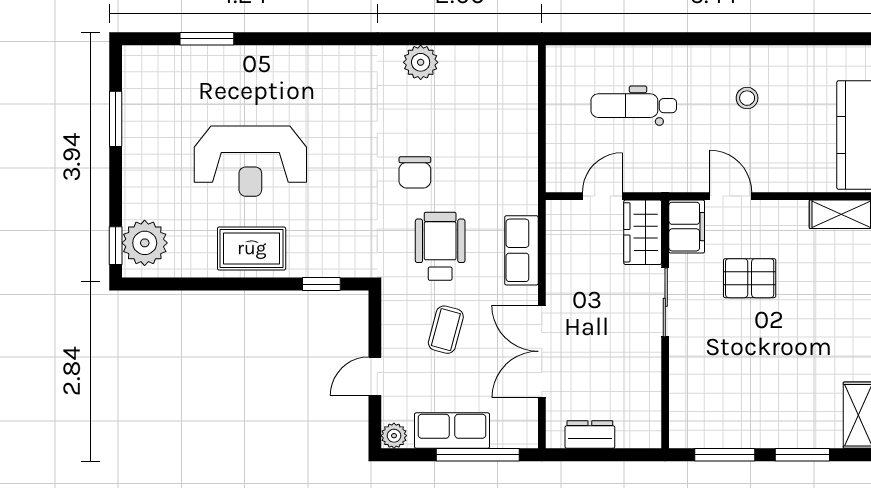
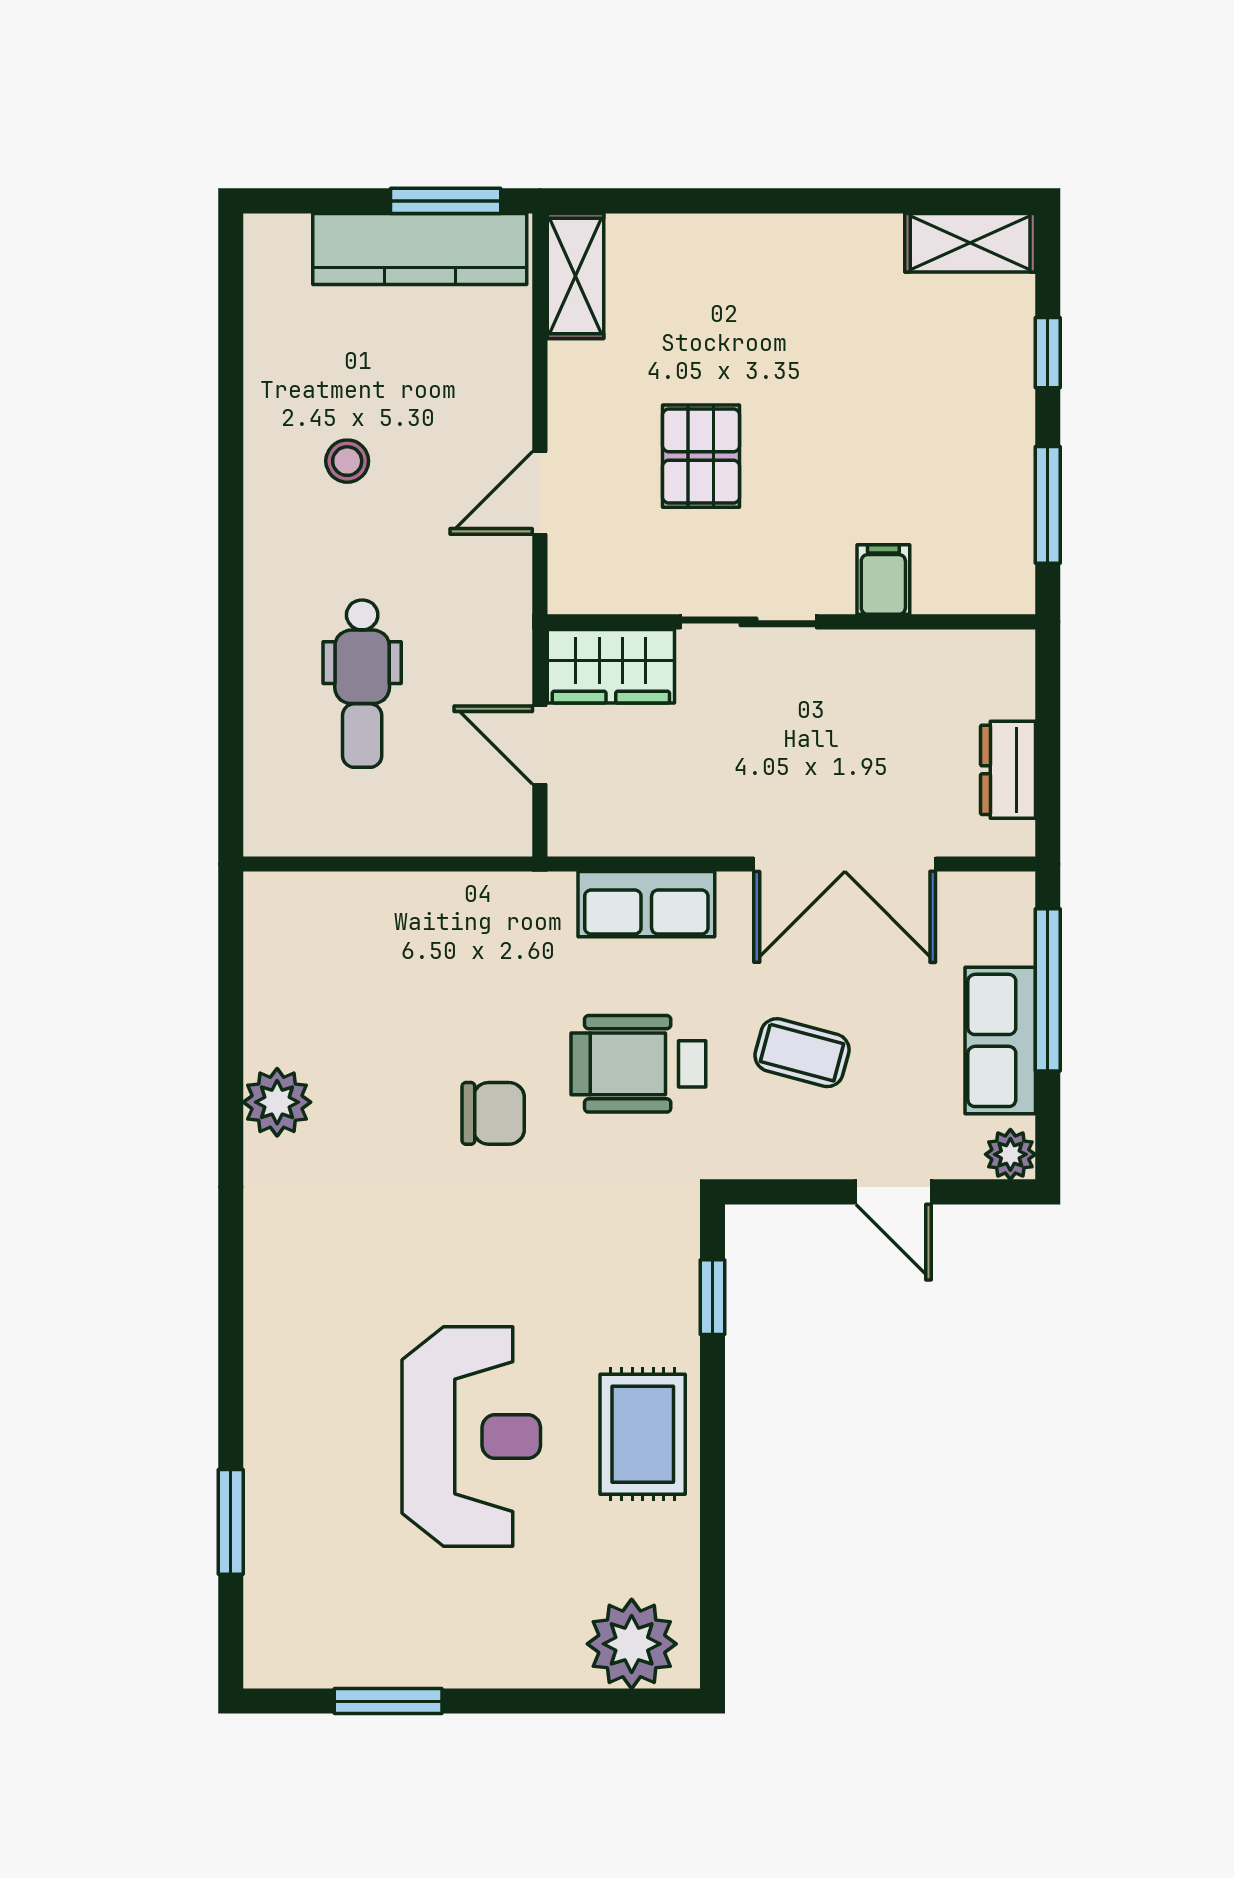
filing cabinet: (687, 227) -> (883, 580), moved, width x0.50
window: (116, 246) -> (637, 1701), removed
window: (802, 455) -> (1048, 353), width x0.67

